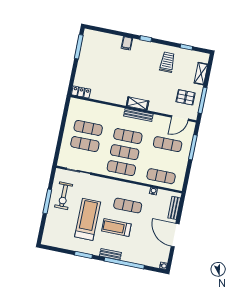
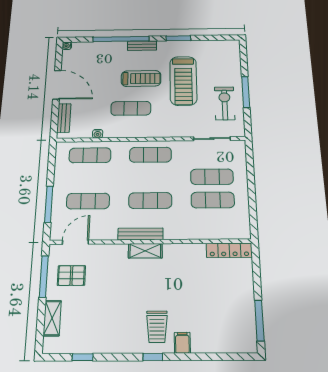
trolley: (167, 62) -> (157, 327), moved
locker: (81, 92) -> (229, 250), width x1.53
exercise mat: (125, 152) -> (150, 177), removed

